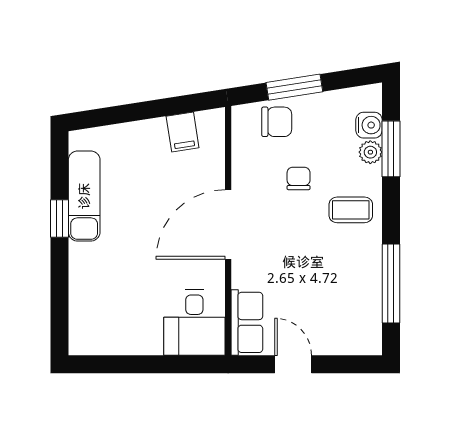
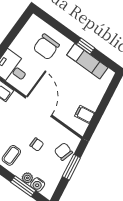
chair: (277, 122) -> (63, 152), turned 106
chair: (112, 288) -> (46, 47), added

